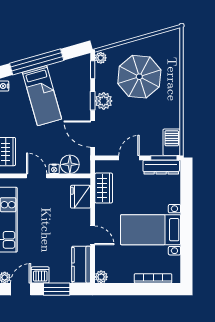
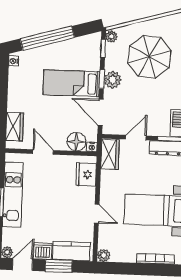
bed: (42, 96) -> (71, 83), moved, turned 106
nightstand: (54, 169) -> (92, 147), moved
wardrobe: (104, 188) -> (110, 154), moved
kitchen counter: (81, 265) -> (71, 251), moved, turned 90

